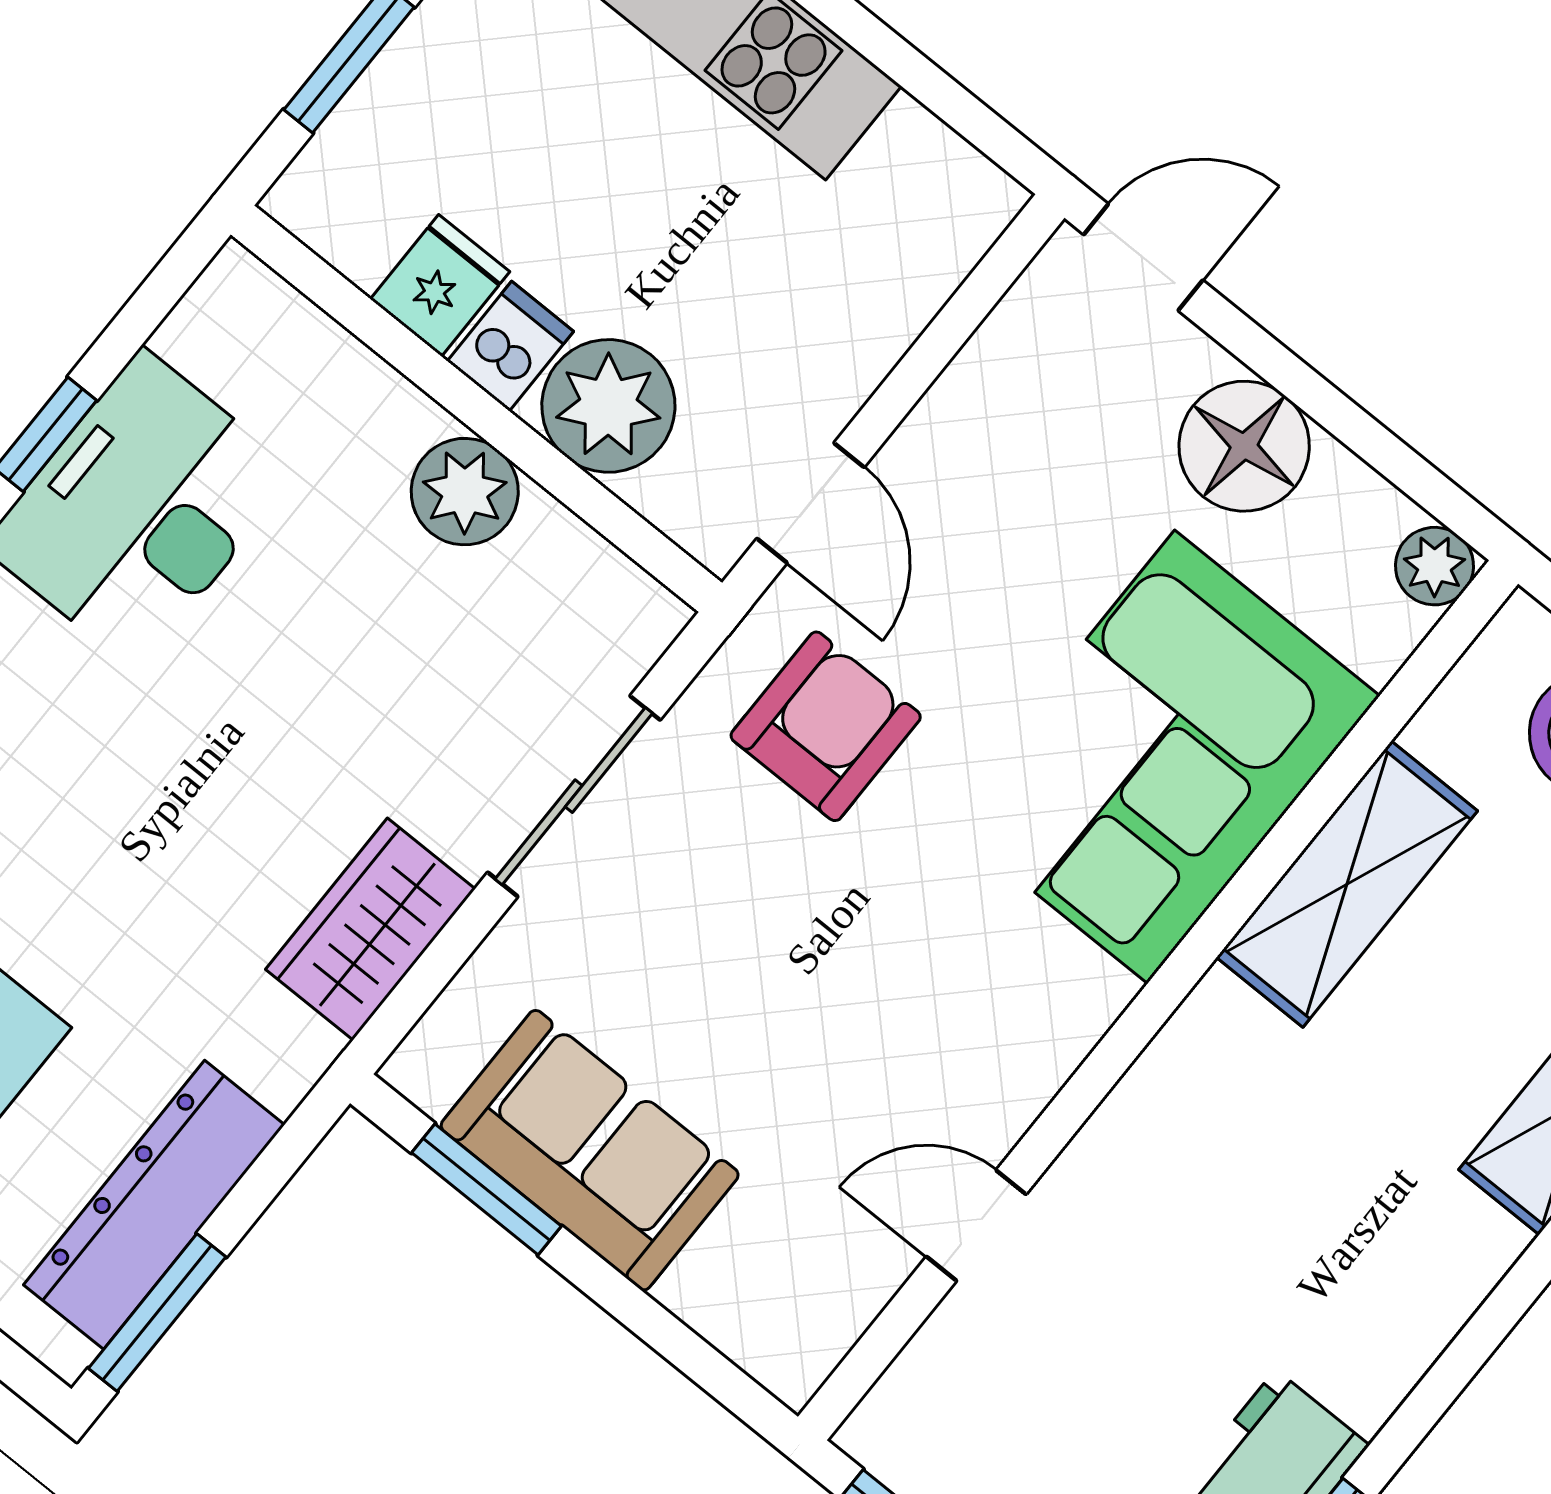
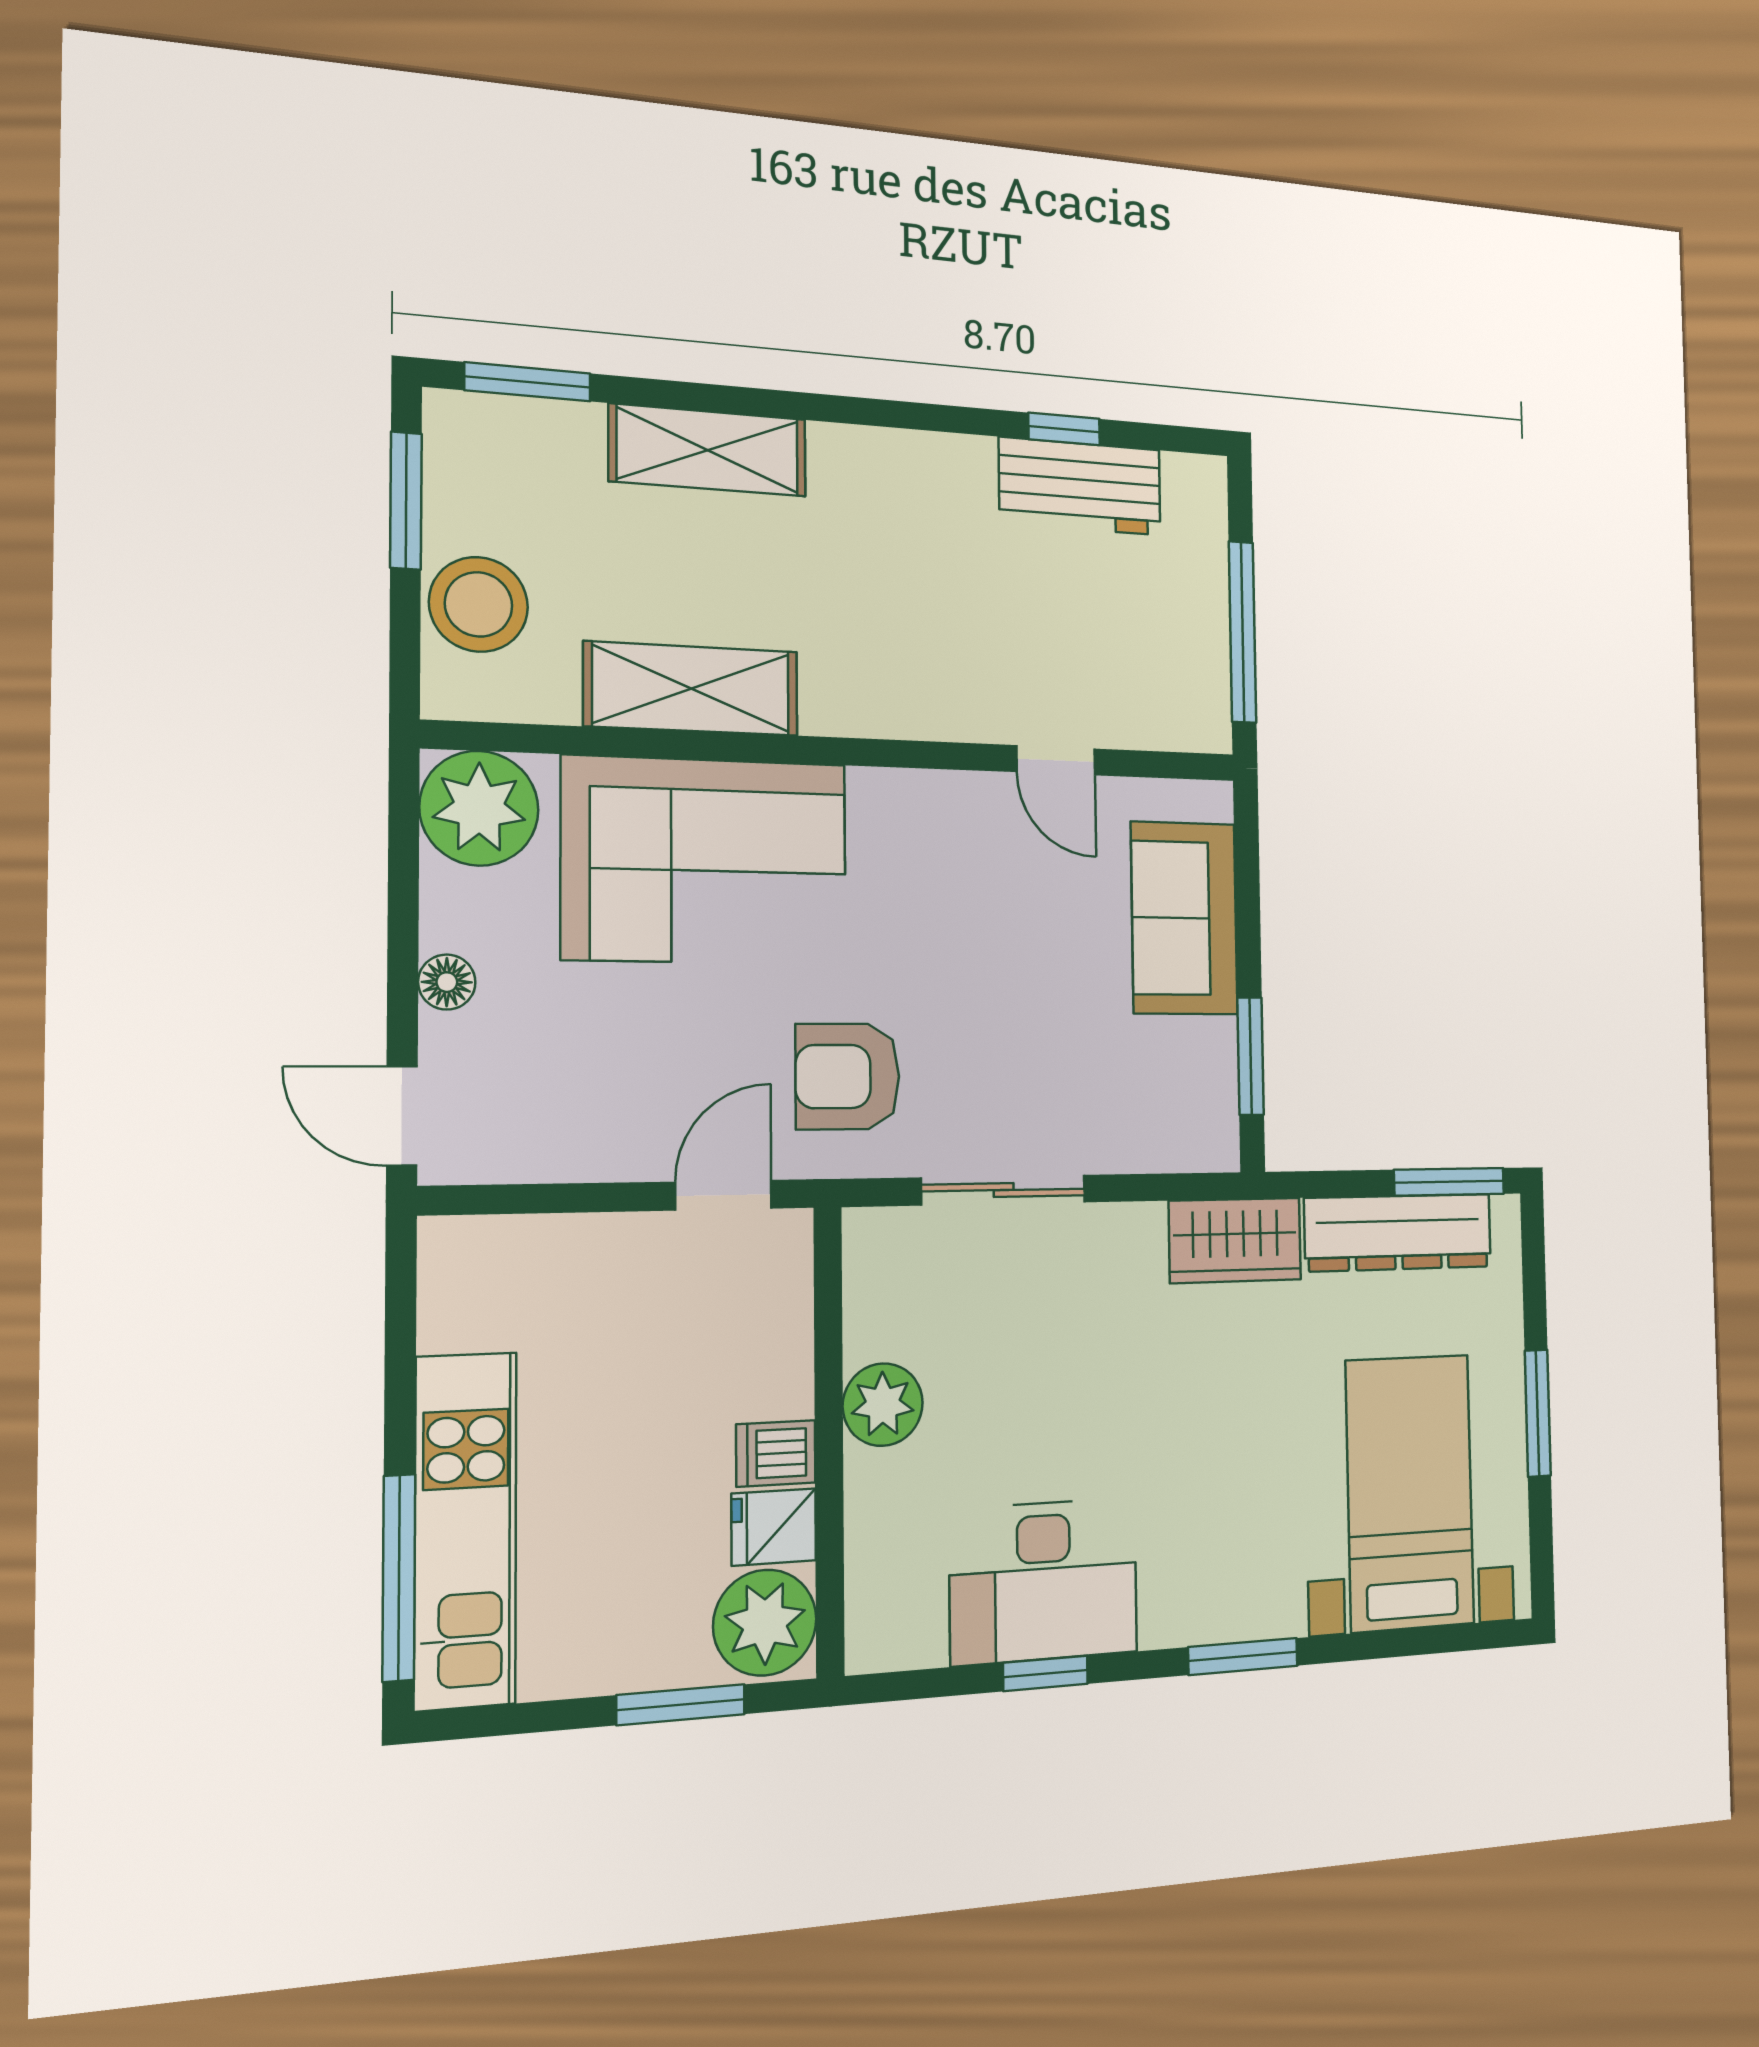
plant: (608, 406) -> (765, 1623), moved
floor lamp: (1244, 446) -> (447, 982), width x0.53, depth x0.53
plant: (1434, 566) -> (479, 808), width x1.87, depth x1.87
wardrobe: (370, 929) -> (1235, 1240), moved
sofa: (590, 1150) -> (1184, 918), moved

